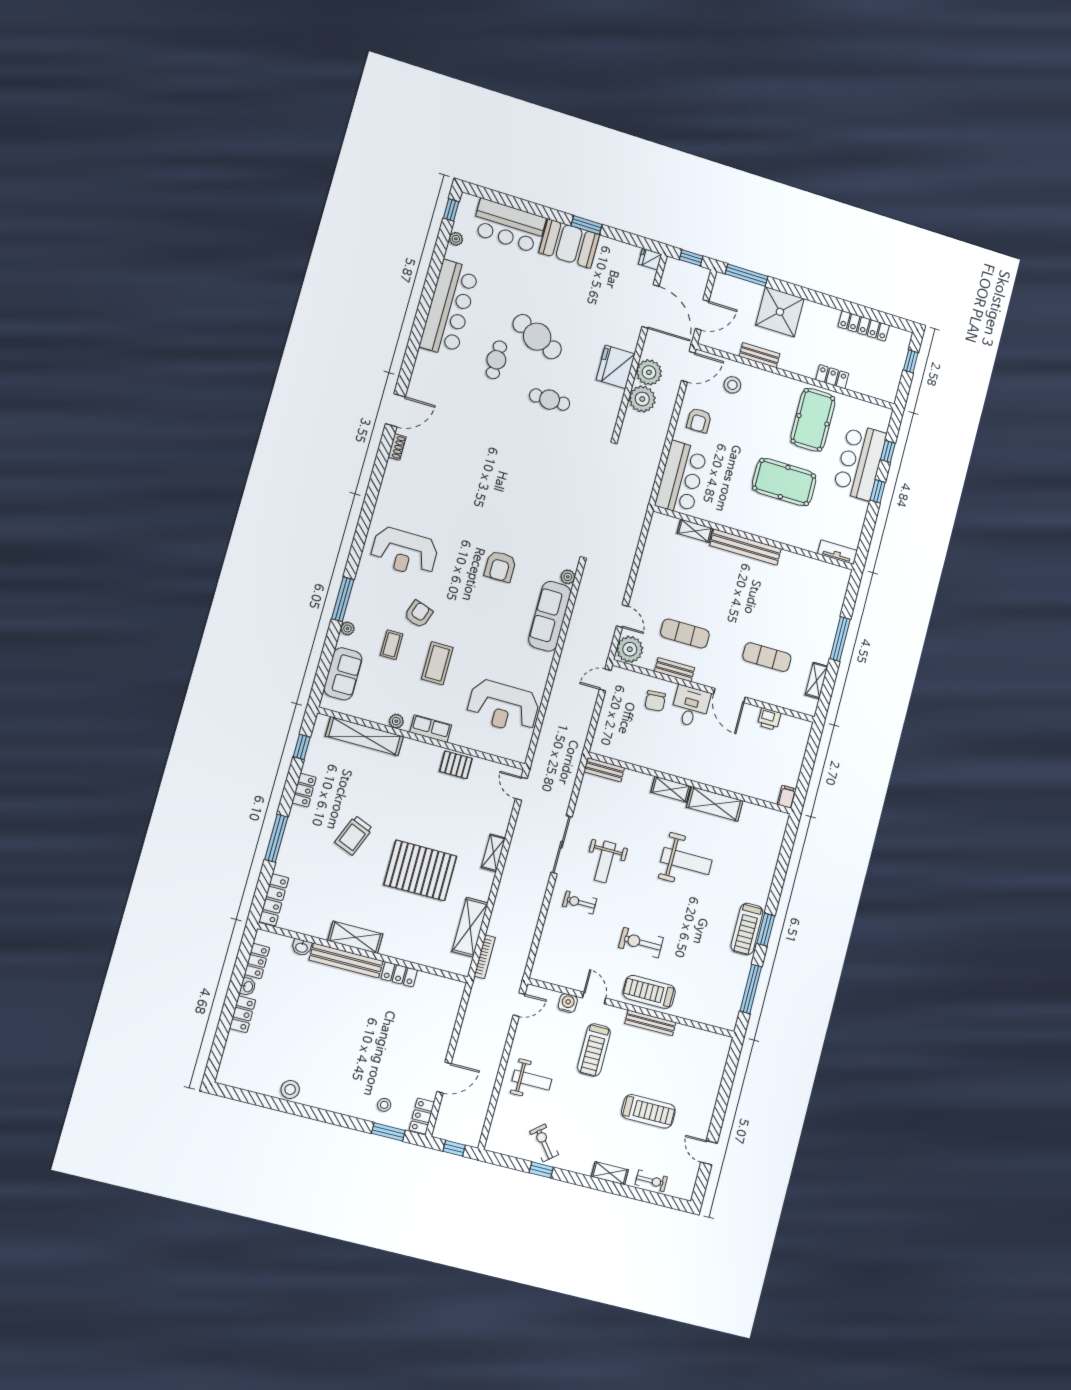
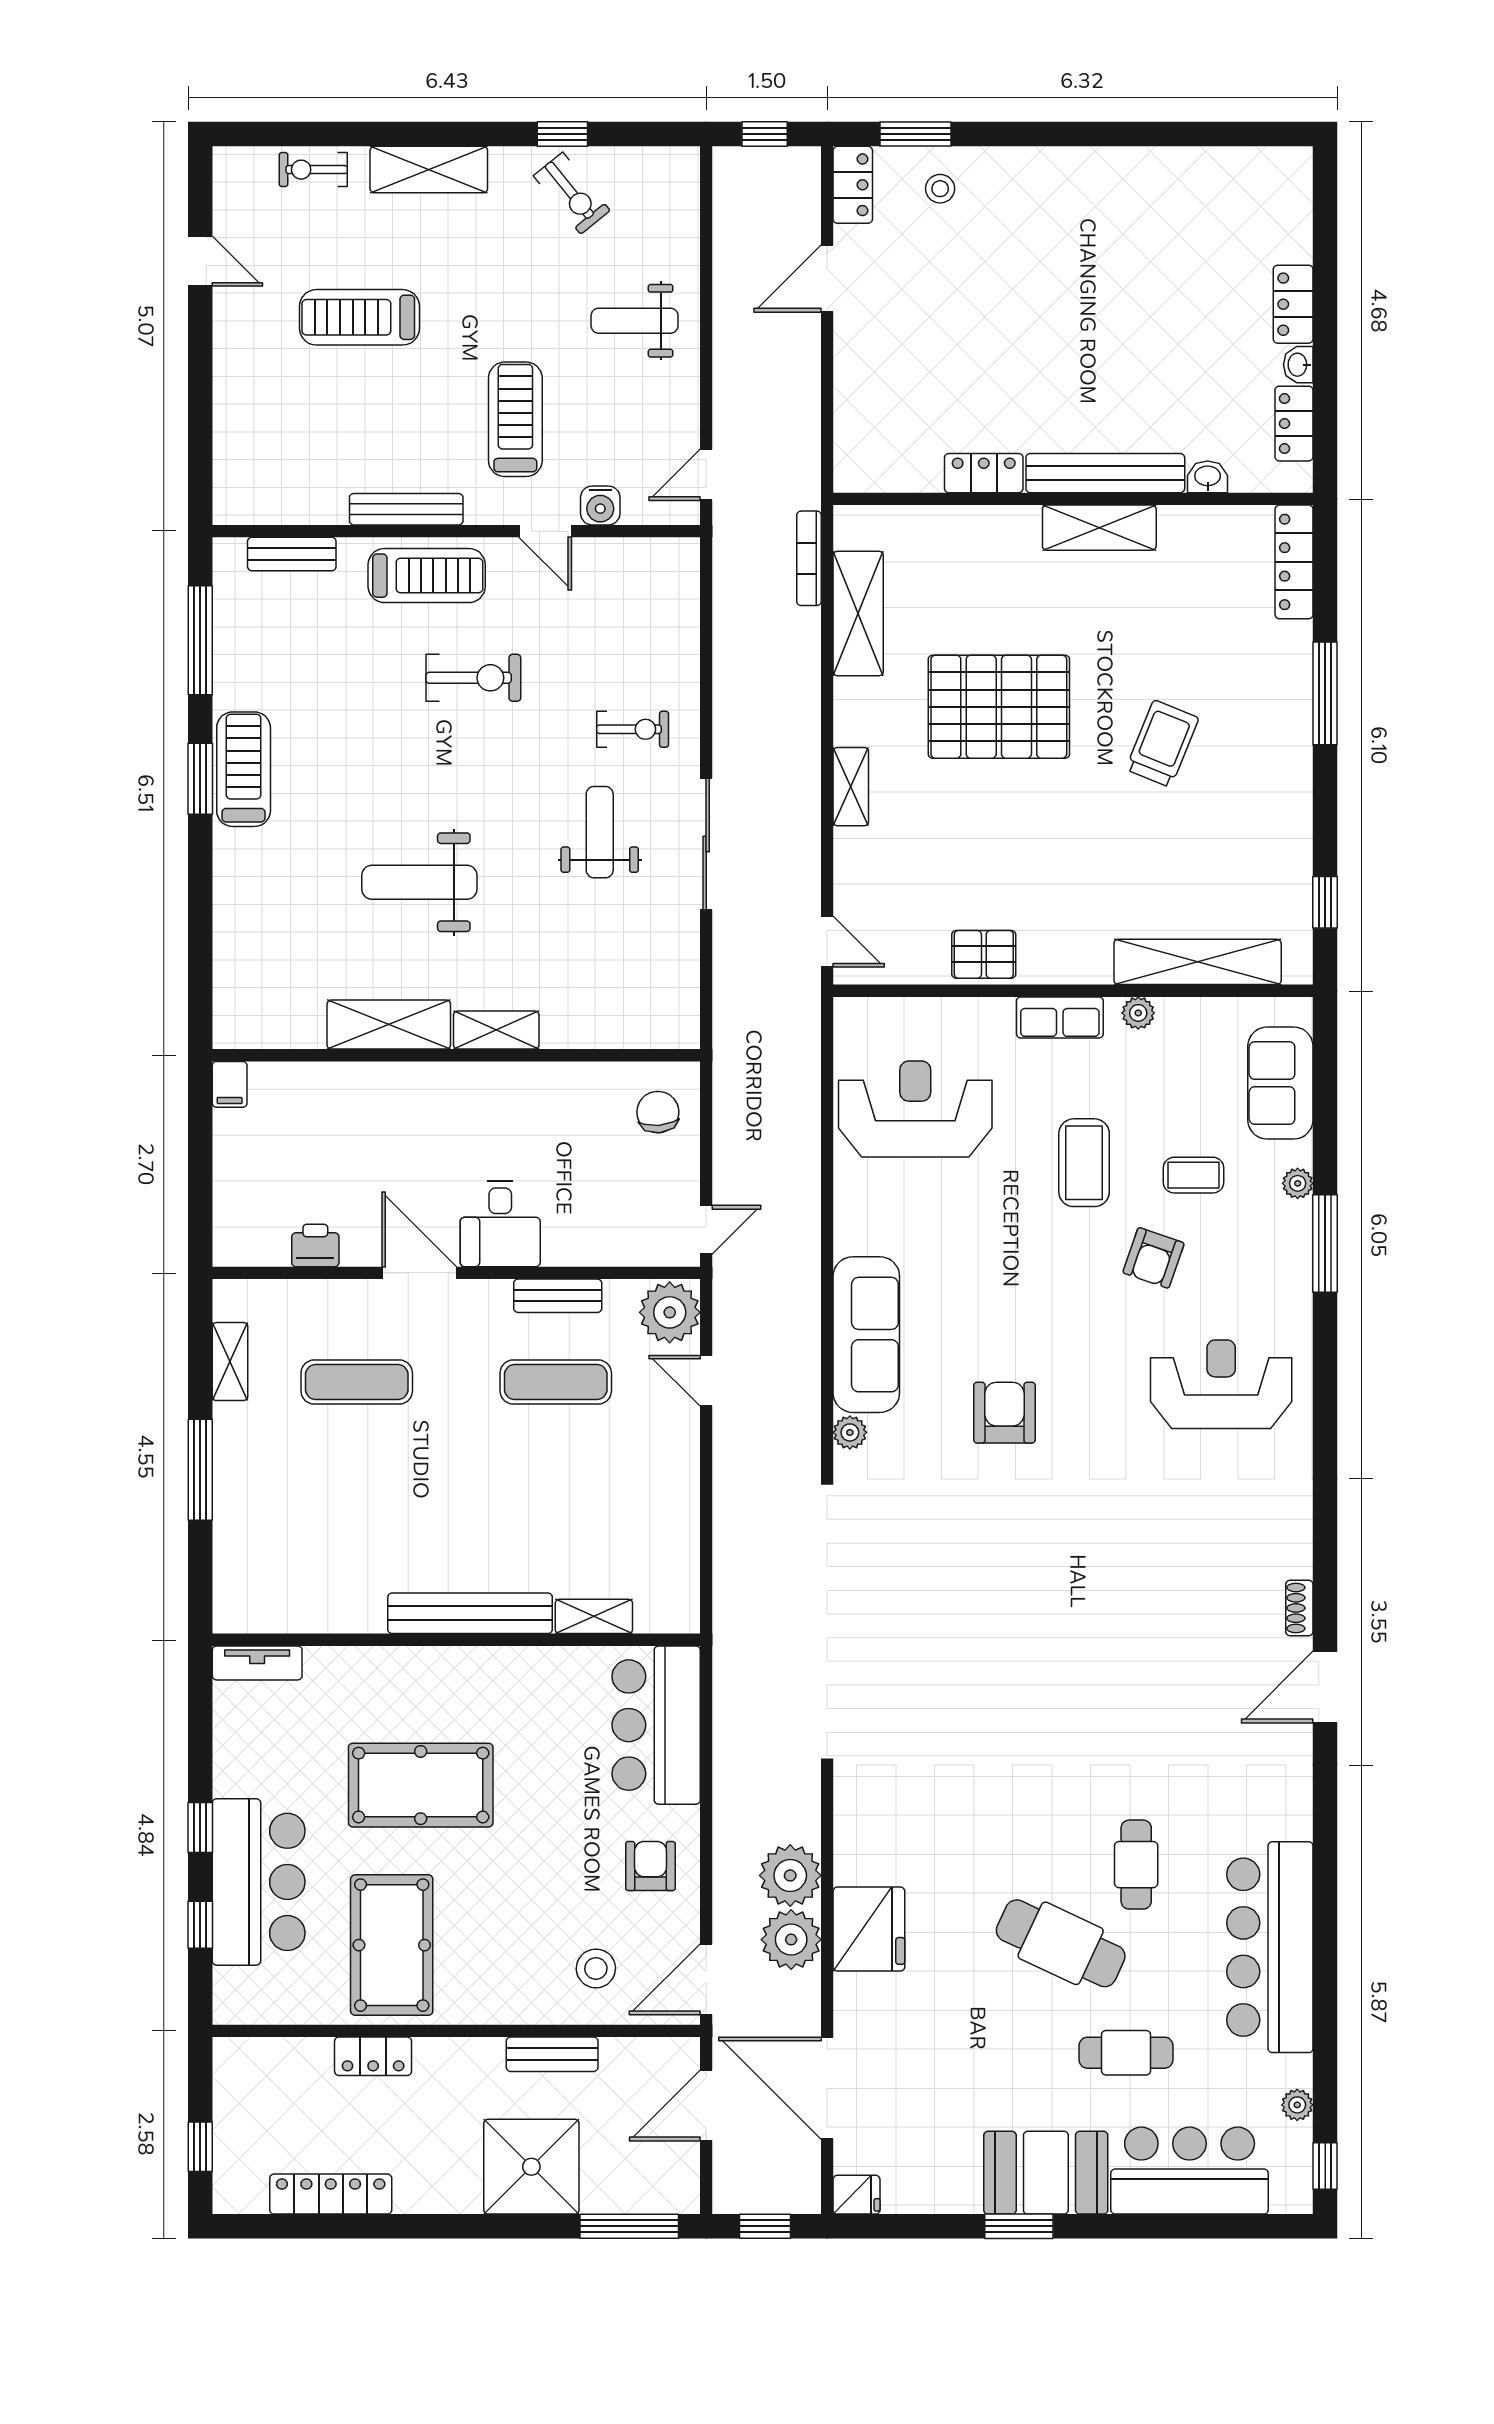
cafe table: (550, 400) -> (1126, 2053), moved
coffee table: (392, 645) -> (1194, 1175), turned 90
chair: (655, 701) -> (658, 1112), moved
bench: (604, 770) -> (292, 554), moved
locker: (304, 790) -> (1295, 811), removed
stool: (290, 1089) -> (1149, 171), removed
shelving: (610, 1173) -> (429, 170), width x1.50, depth x1.33

